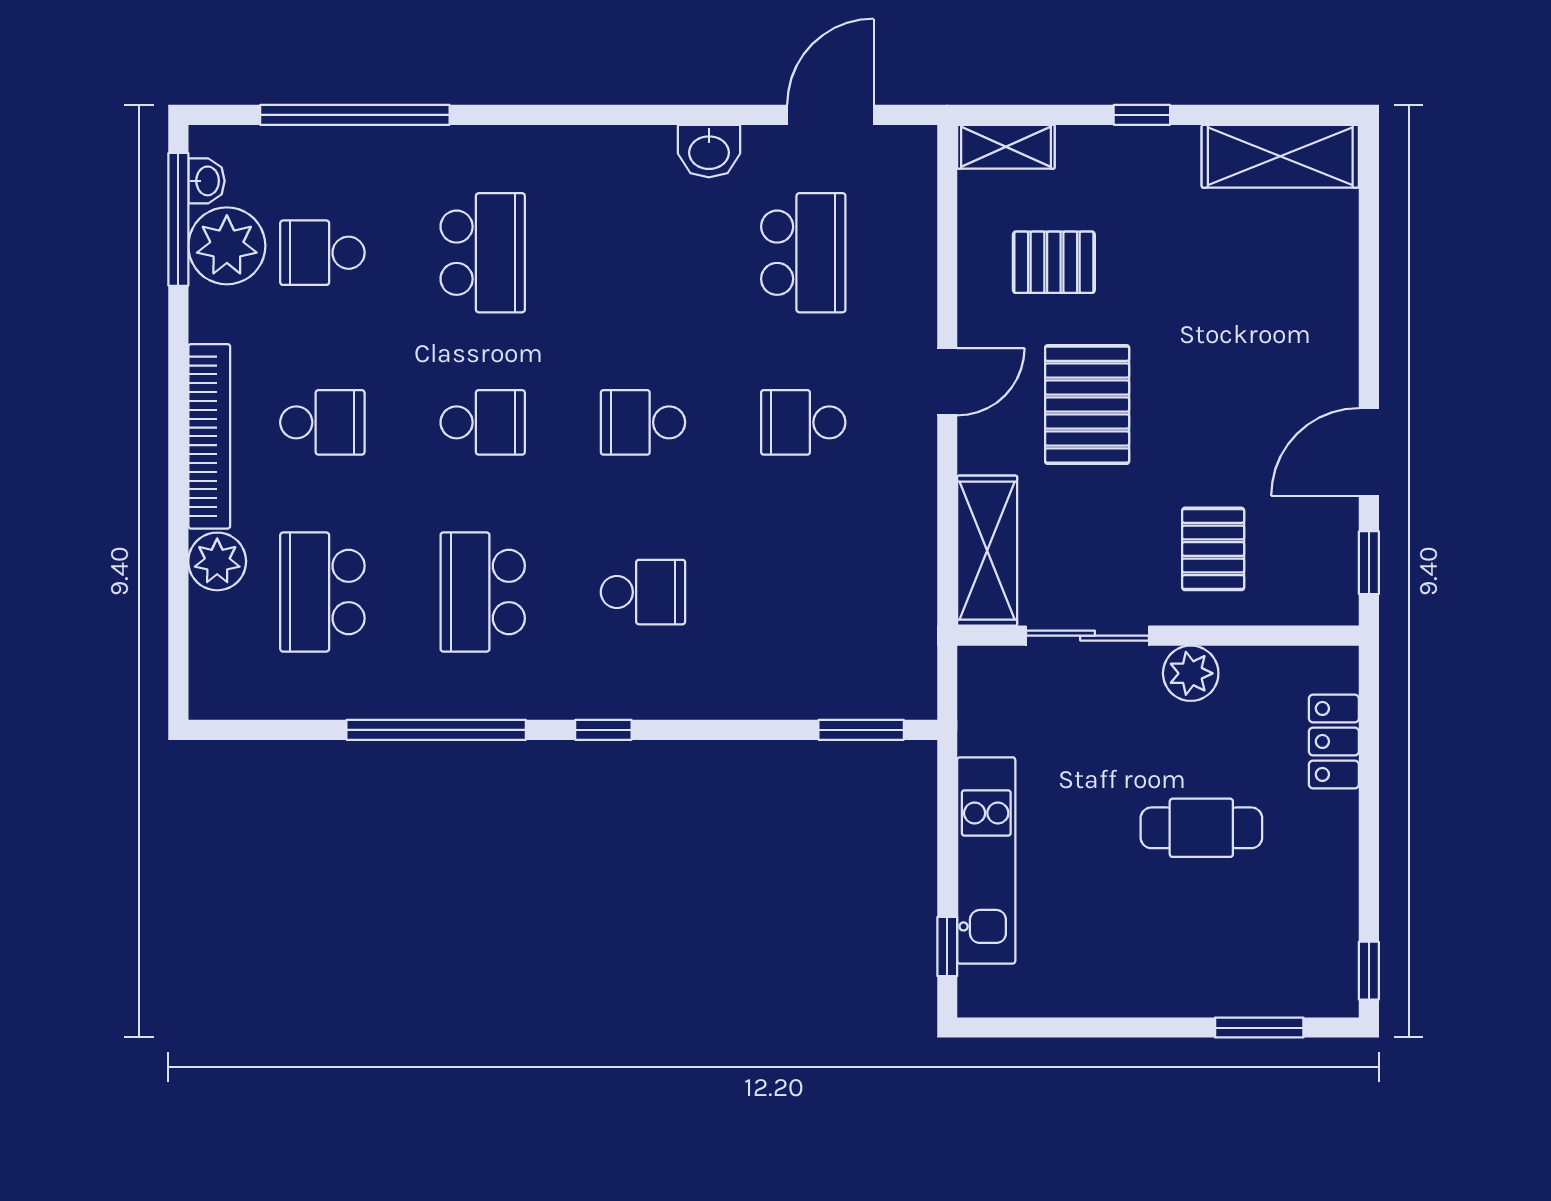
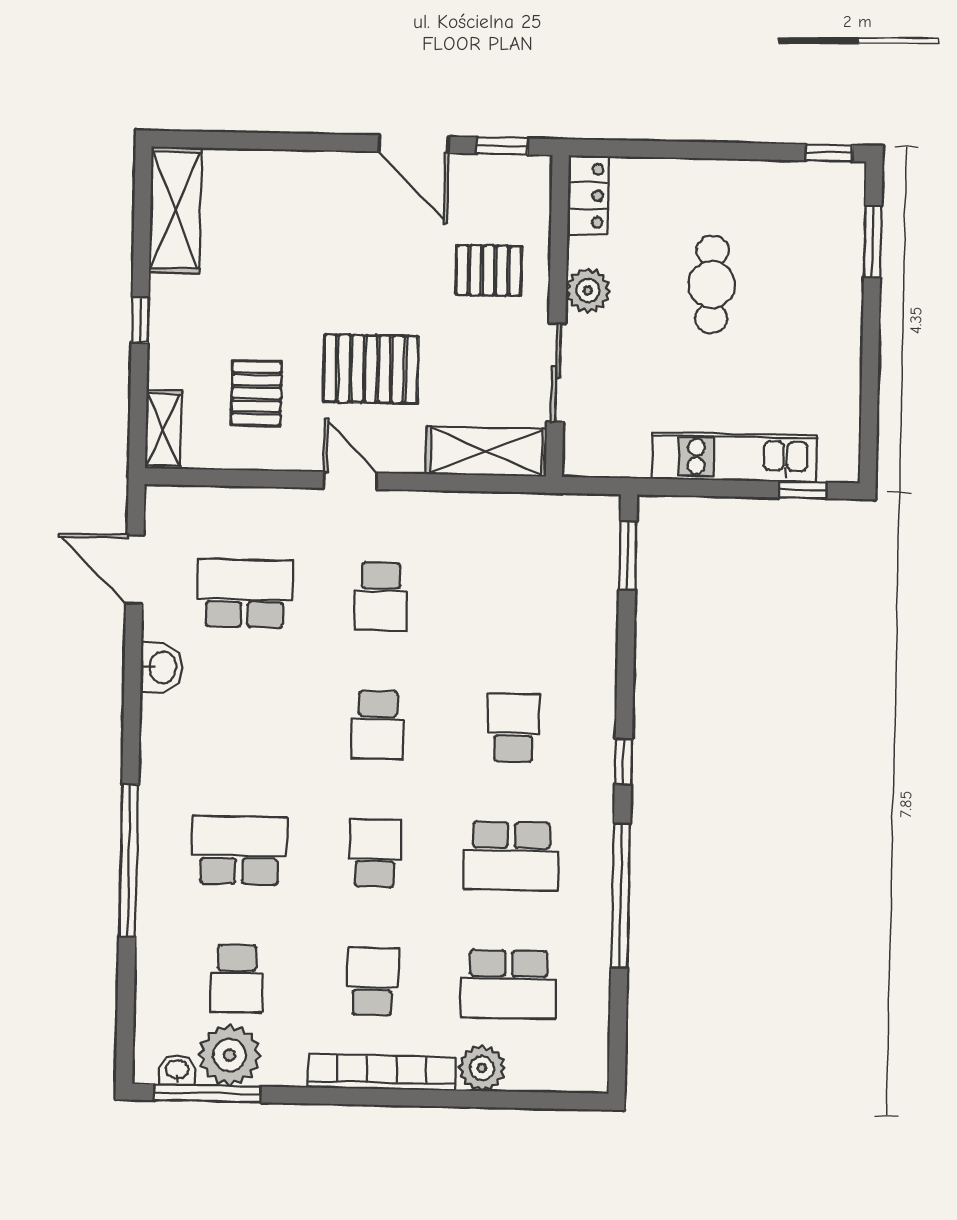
window: (355, 115) -> (129, 860), moved
locker: (1334, 741) -> (588, 196), moved, turned -90

